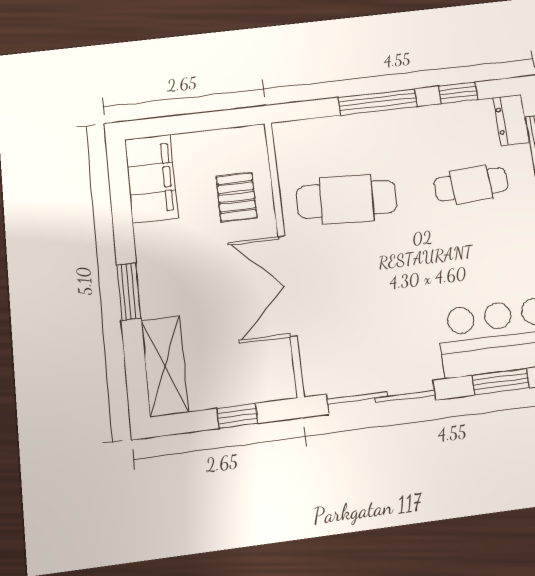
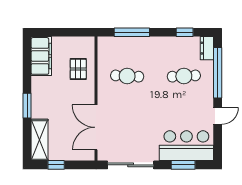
window: (378, 102) -> (132, 32), moved
cafe table: (347, 199) -> (127, 76), width x0.73, depth x0.74
double door: (287, 286) -> (96, 127), moved
window: (237, 416) -> (56, 165), moved

